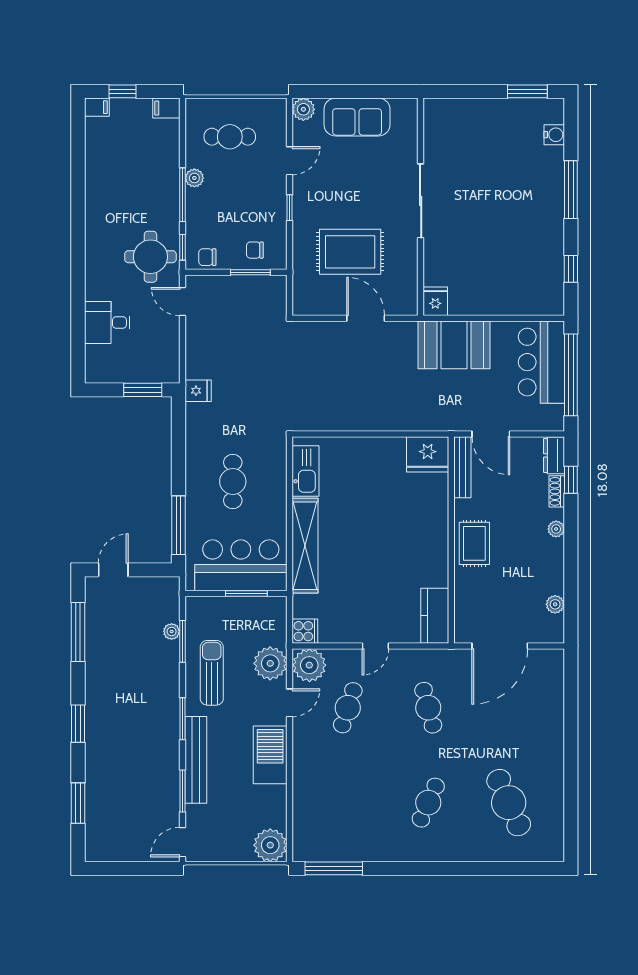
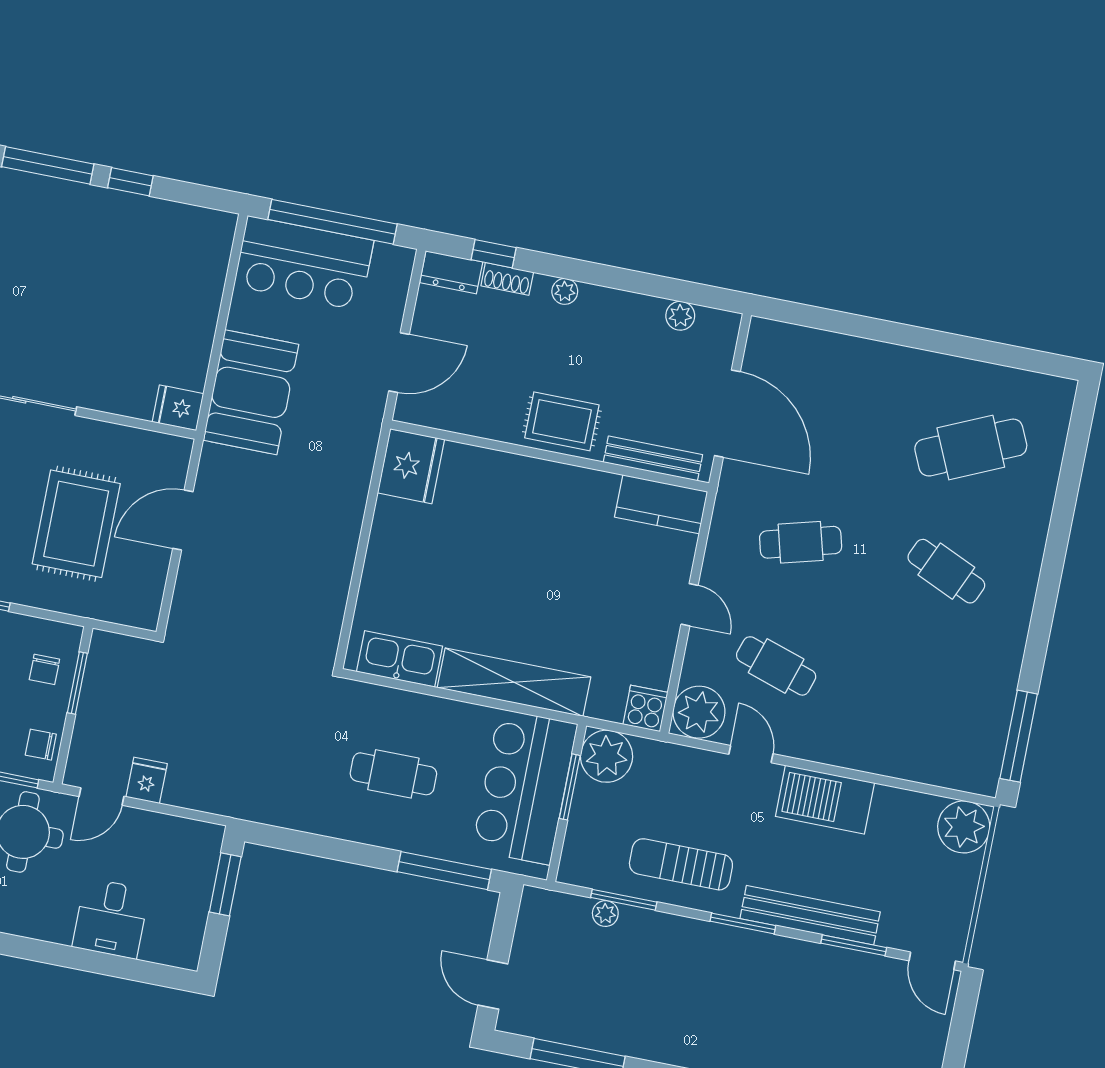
chair: (207, 257) -> (41, 745), turned 90
window: (571, 269) -> (130, 182), moved
fridge: (198, 391) -> (147, 780), moved
bench: (462, 467) -> (653, 459), moved
plant: (270, 663) -> (607, 756), moved

